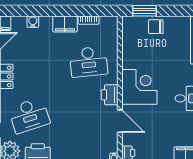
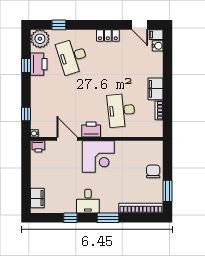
window: (144, 11) -> (168, 191), moved
water cooler: (33, 22) -> (158, 46), moved
door: (120, 121) -> (67, 139), swing flipped

